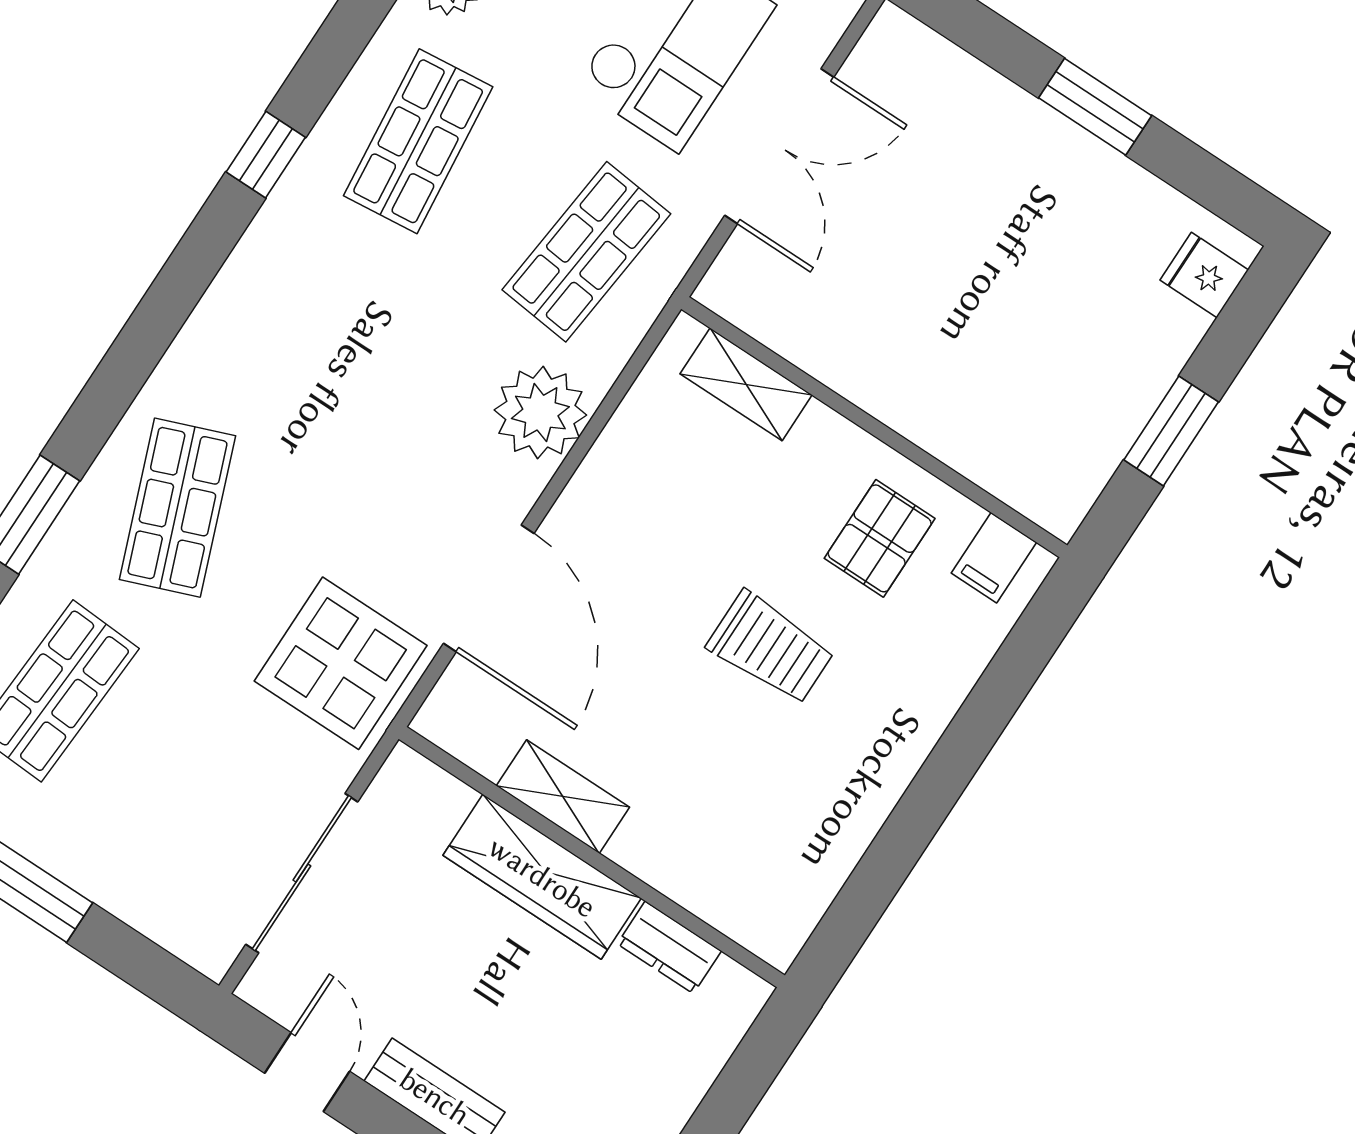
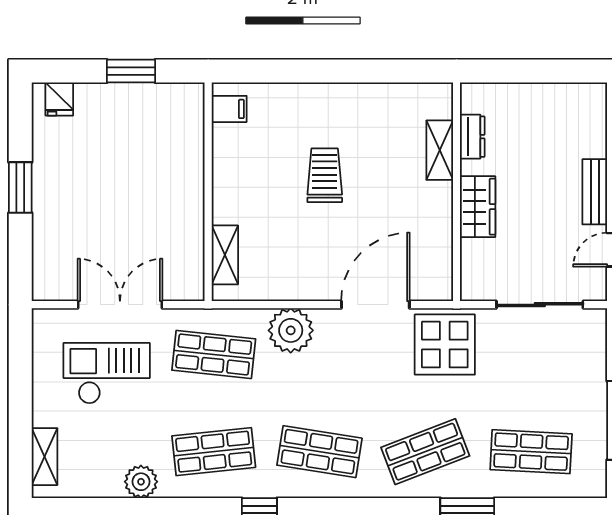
shop shelf: (298, 324) -> (319, 452), added
pallet: (880, 538) -> (252, 160), removed
shelving: (563, 797) -> (440, 150), moved
wardrobe: (542, 877) -> (478, 207), width x0.67

